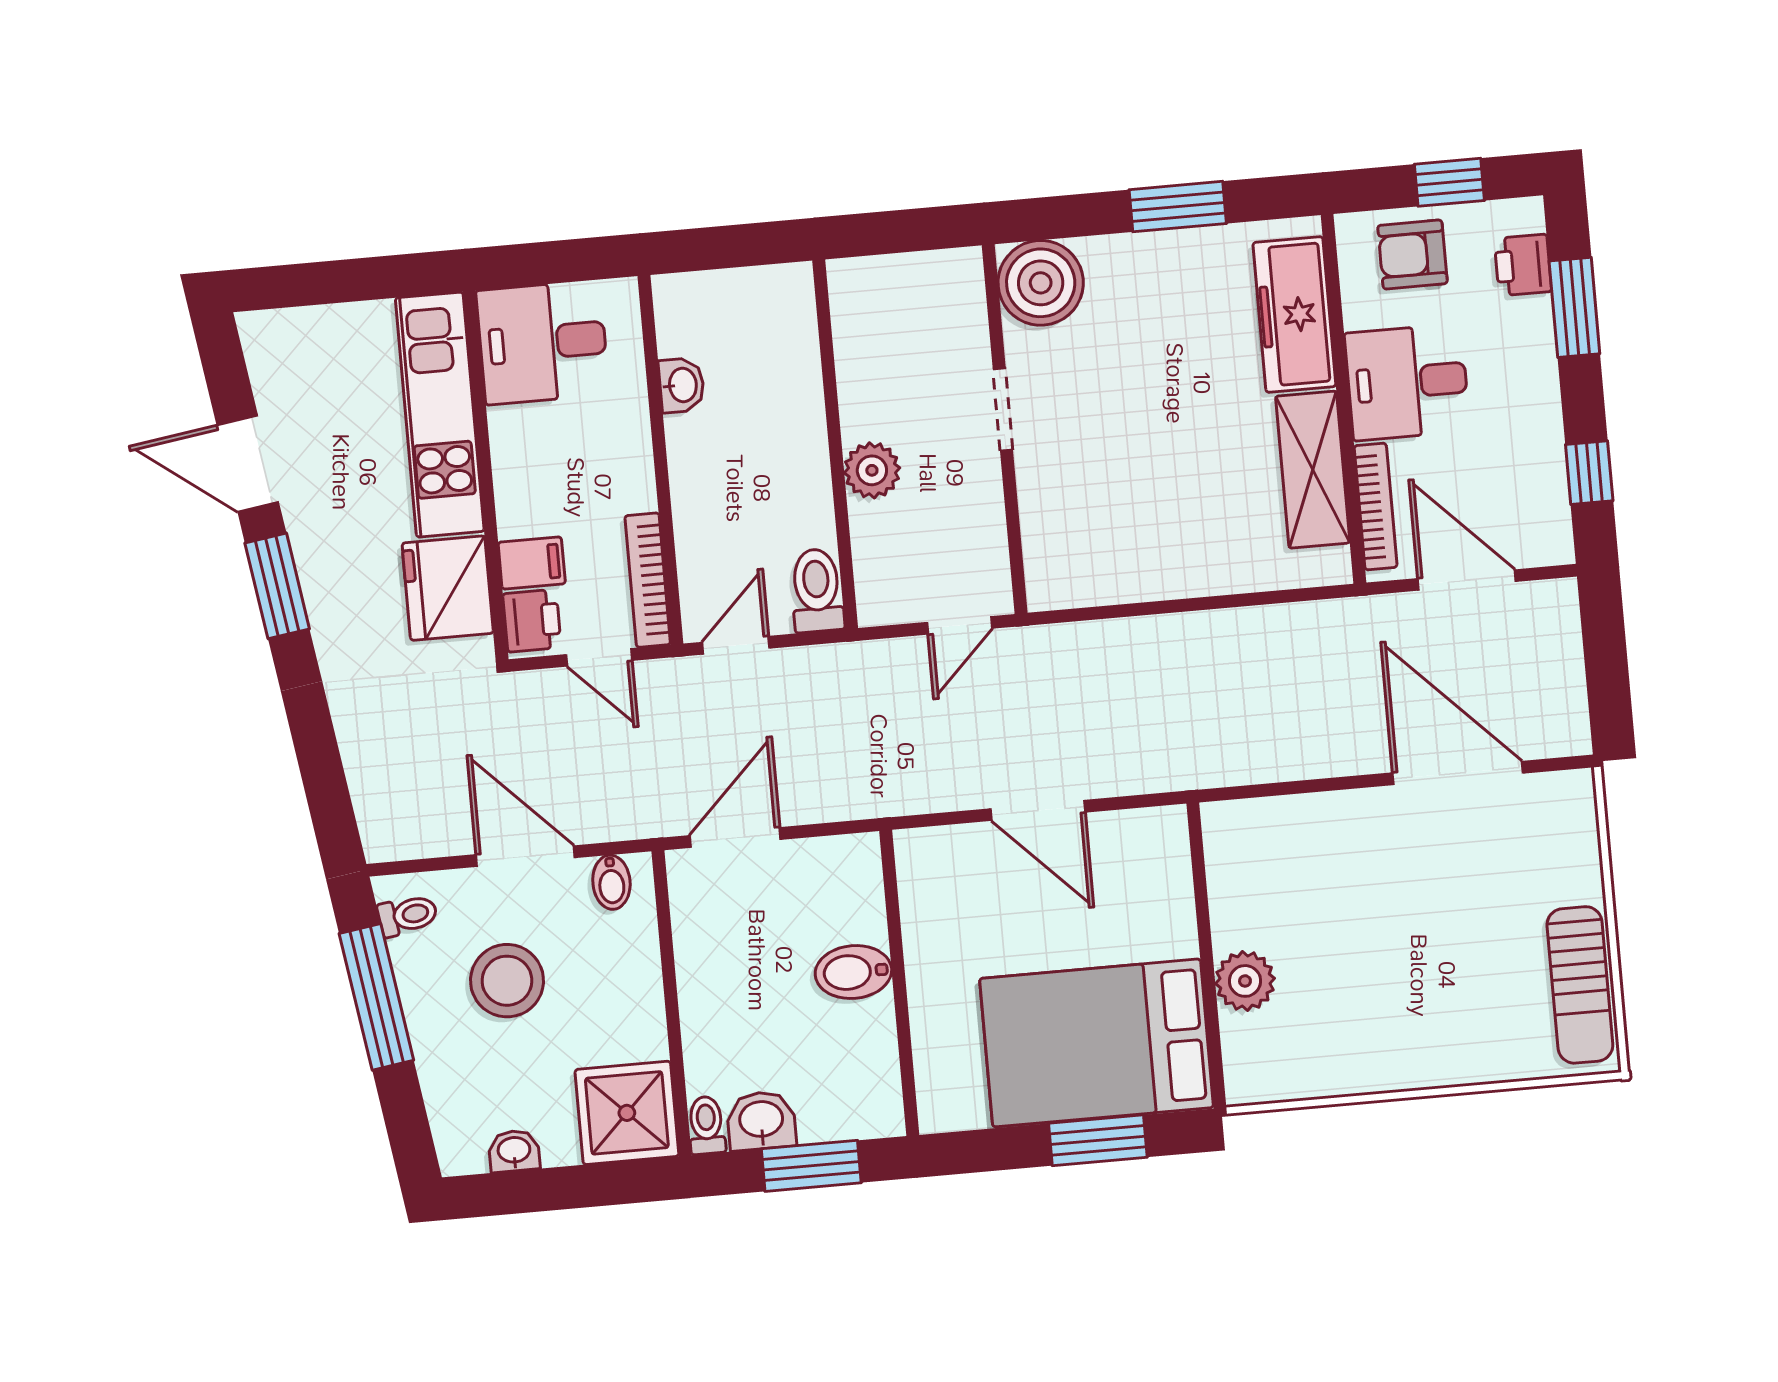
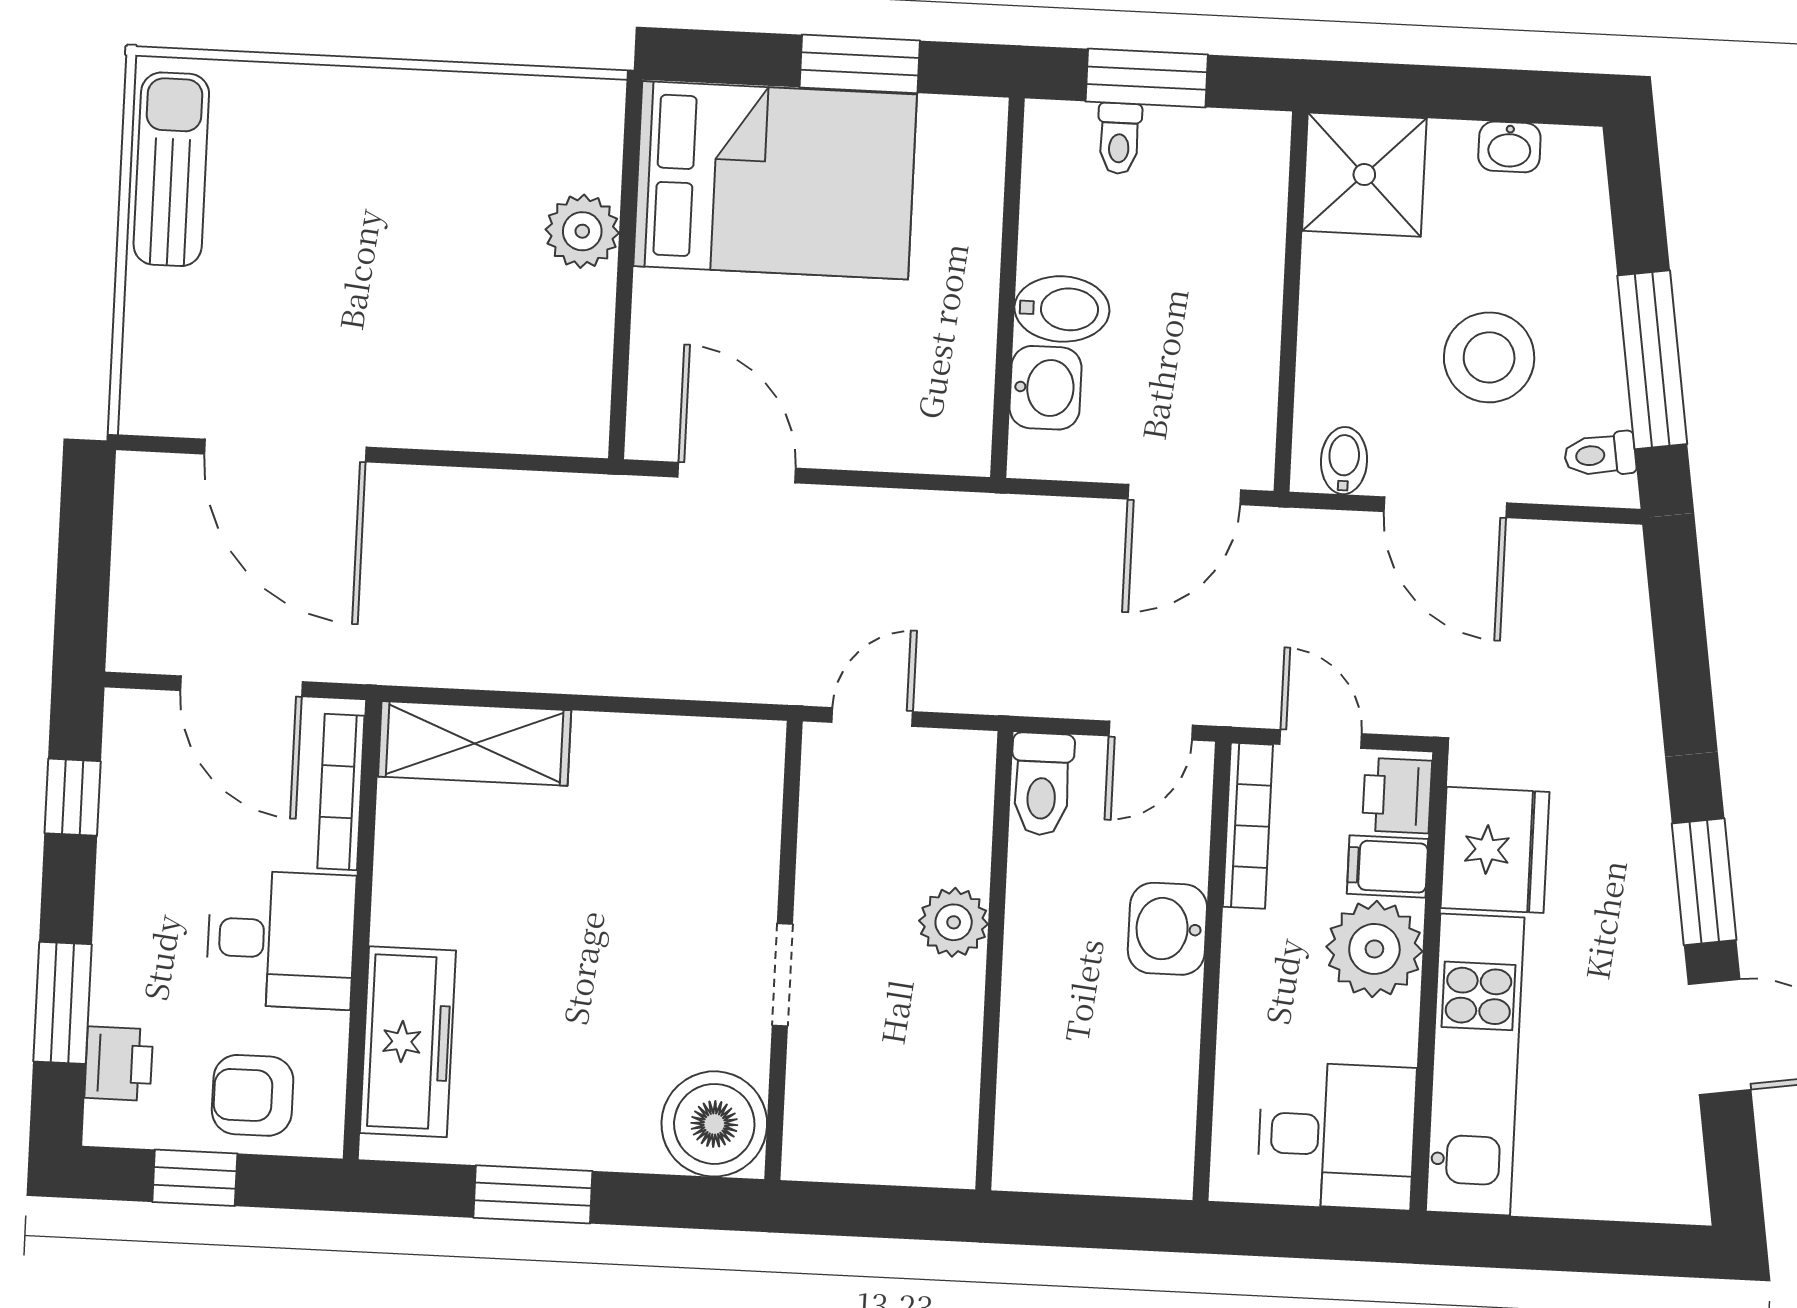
armchair: (1412, 254) -> (253, 1095), turned 180
washbasin: (682, 385) -> (1167, 929), moved, width x1.38, depth x1.45
shelving: (1313, 470) -> (475, 743), moved, turned 90
plant: (533, 496) -> (1374, 949), added
door: (1038, 810) -> (737, 473), moved
washbasin: (761, 1121) -> (1045, 388), moved, turned -90
toilet: (706, 1125) -> (1119, 138), moved
window: (1098, 1140) -> (860, 64), moved

